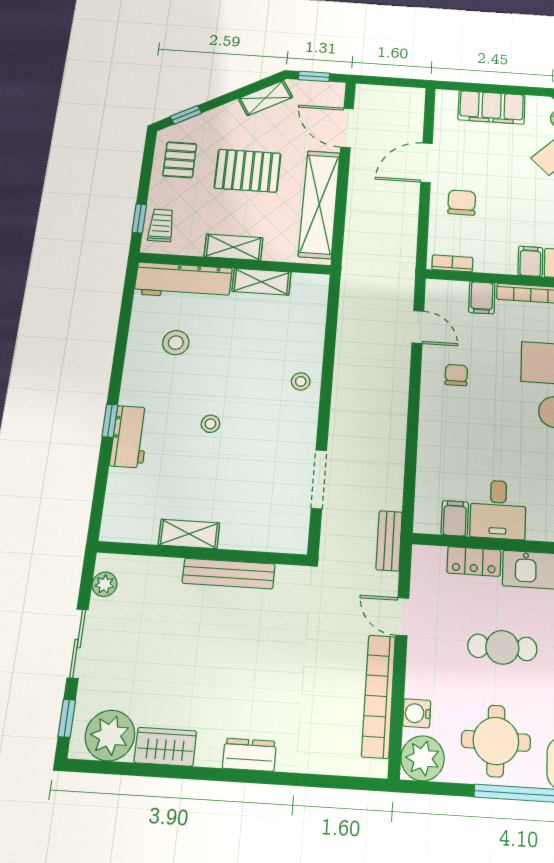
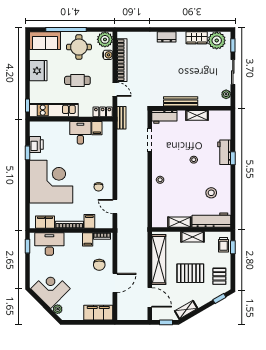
filing cabinet: (492, 107) -> (98, 313), moved
filing cabinet: (530, 261) -> (88, 239), moved
workbench: (275, 536) -> (164, 117), added
locker: (474, 561) -> (103, 112), moved

